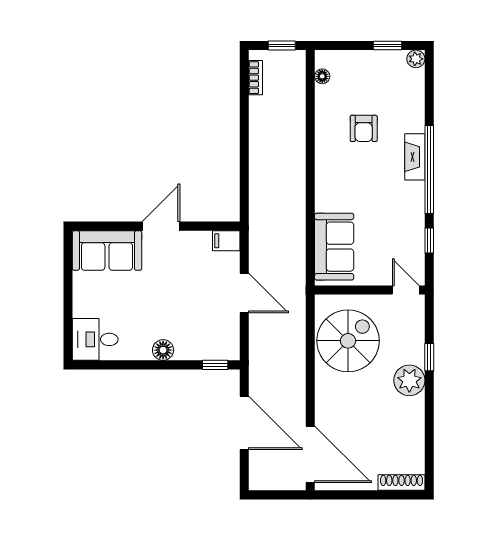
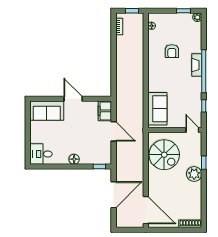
door: (161, 226) -> (73, 99), hinge flipped
filing cabinet: (226, 241) -> (105, 111), width x2.00
spiral stairs: (348, 341) -> (164, 155), turned 90
door: (244, 423) -> (114, 195), hinge flipped

